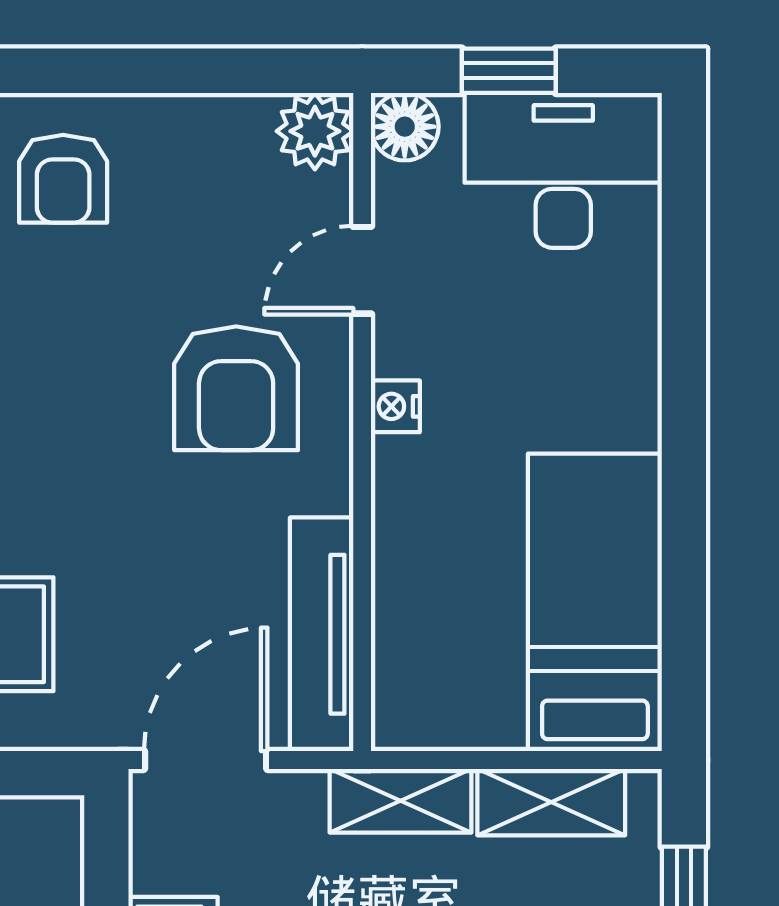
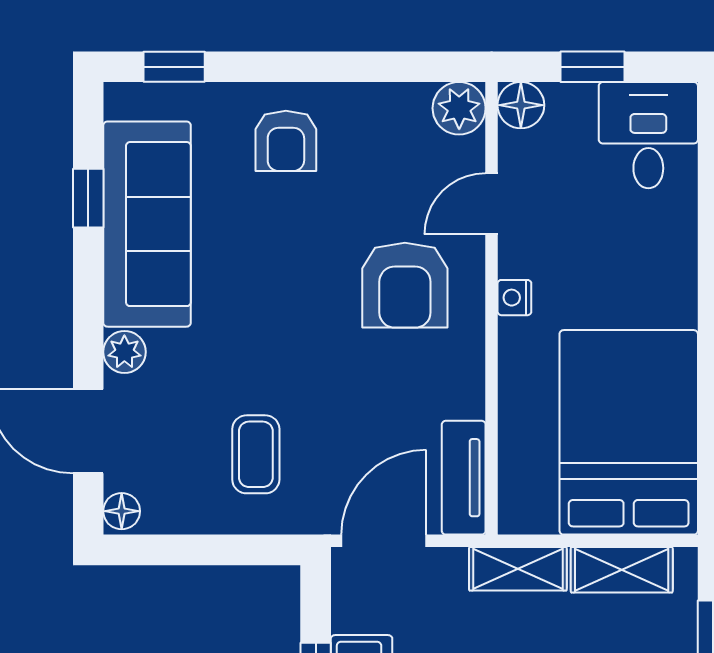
desk: (563, 170) -> (648, 135), width x0.73
bed: (595, 602) -> (629, 432), width x1.50
tv unit: (322, 634) -> (464, 478), width x0.71

